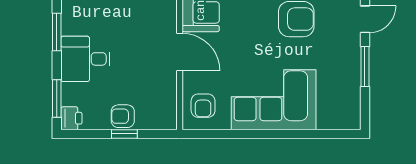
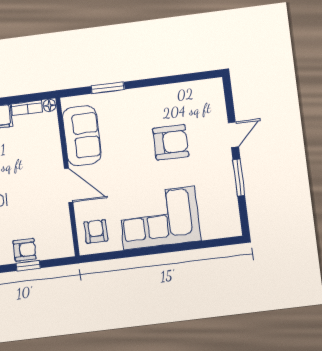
armchair: (203, 106) -> (96, 231), turned 180
armchair: (123, 116) -> (25, 250), turned 180

